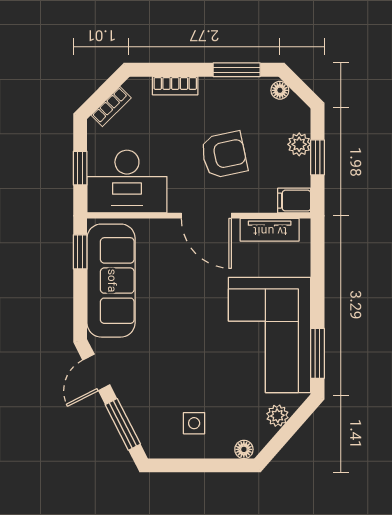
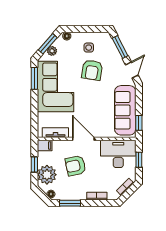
plant: (299, 144) -> (47, 175), width x1.87, depth x1.87
armchair: (186, 372) -> (92, 70), added
window: (287, 432) -> (48, 44), added

